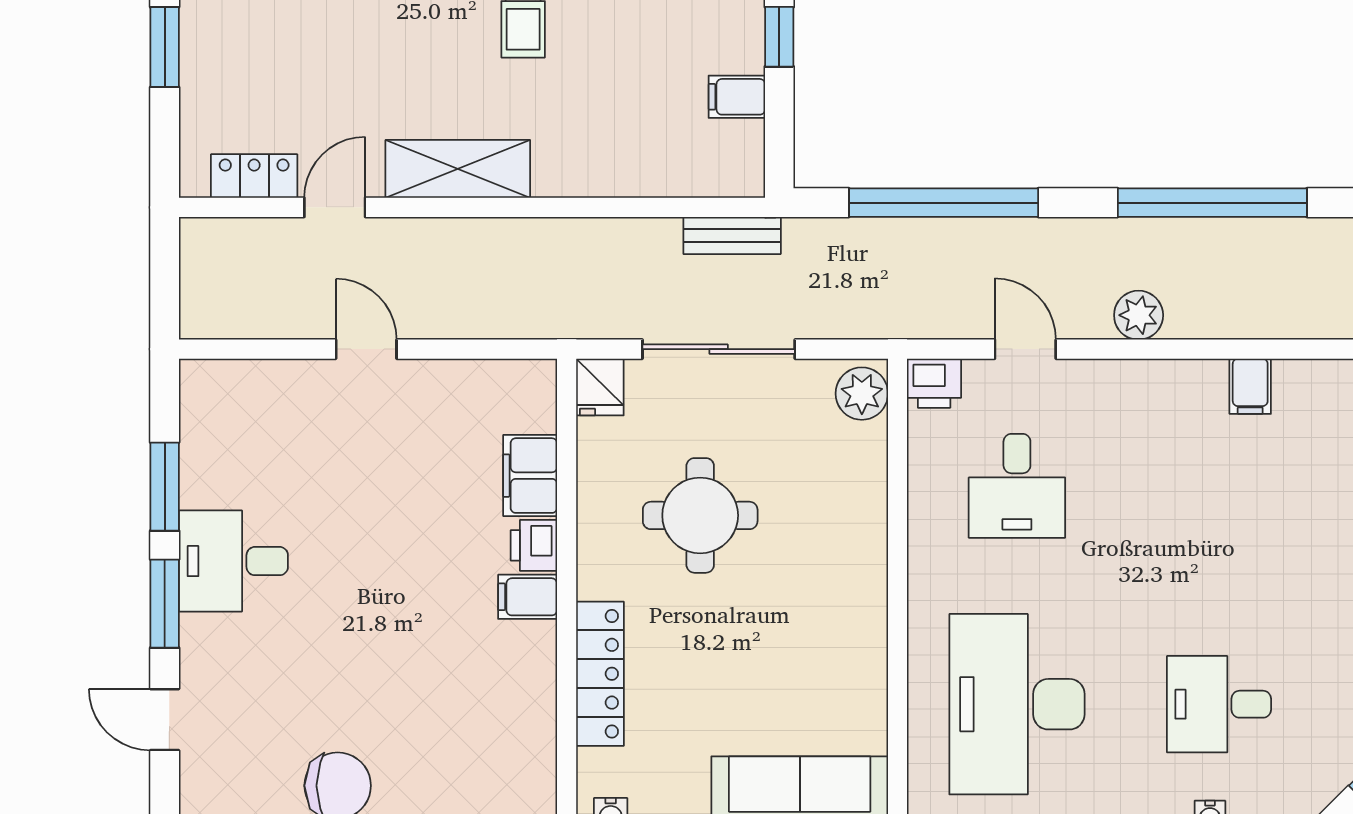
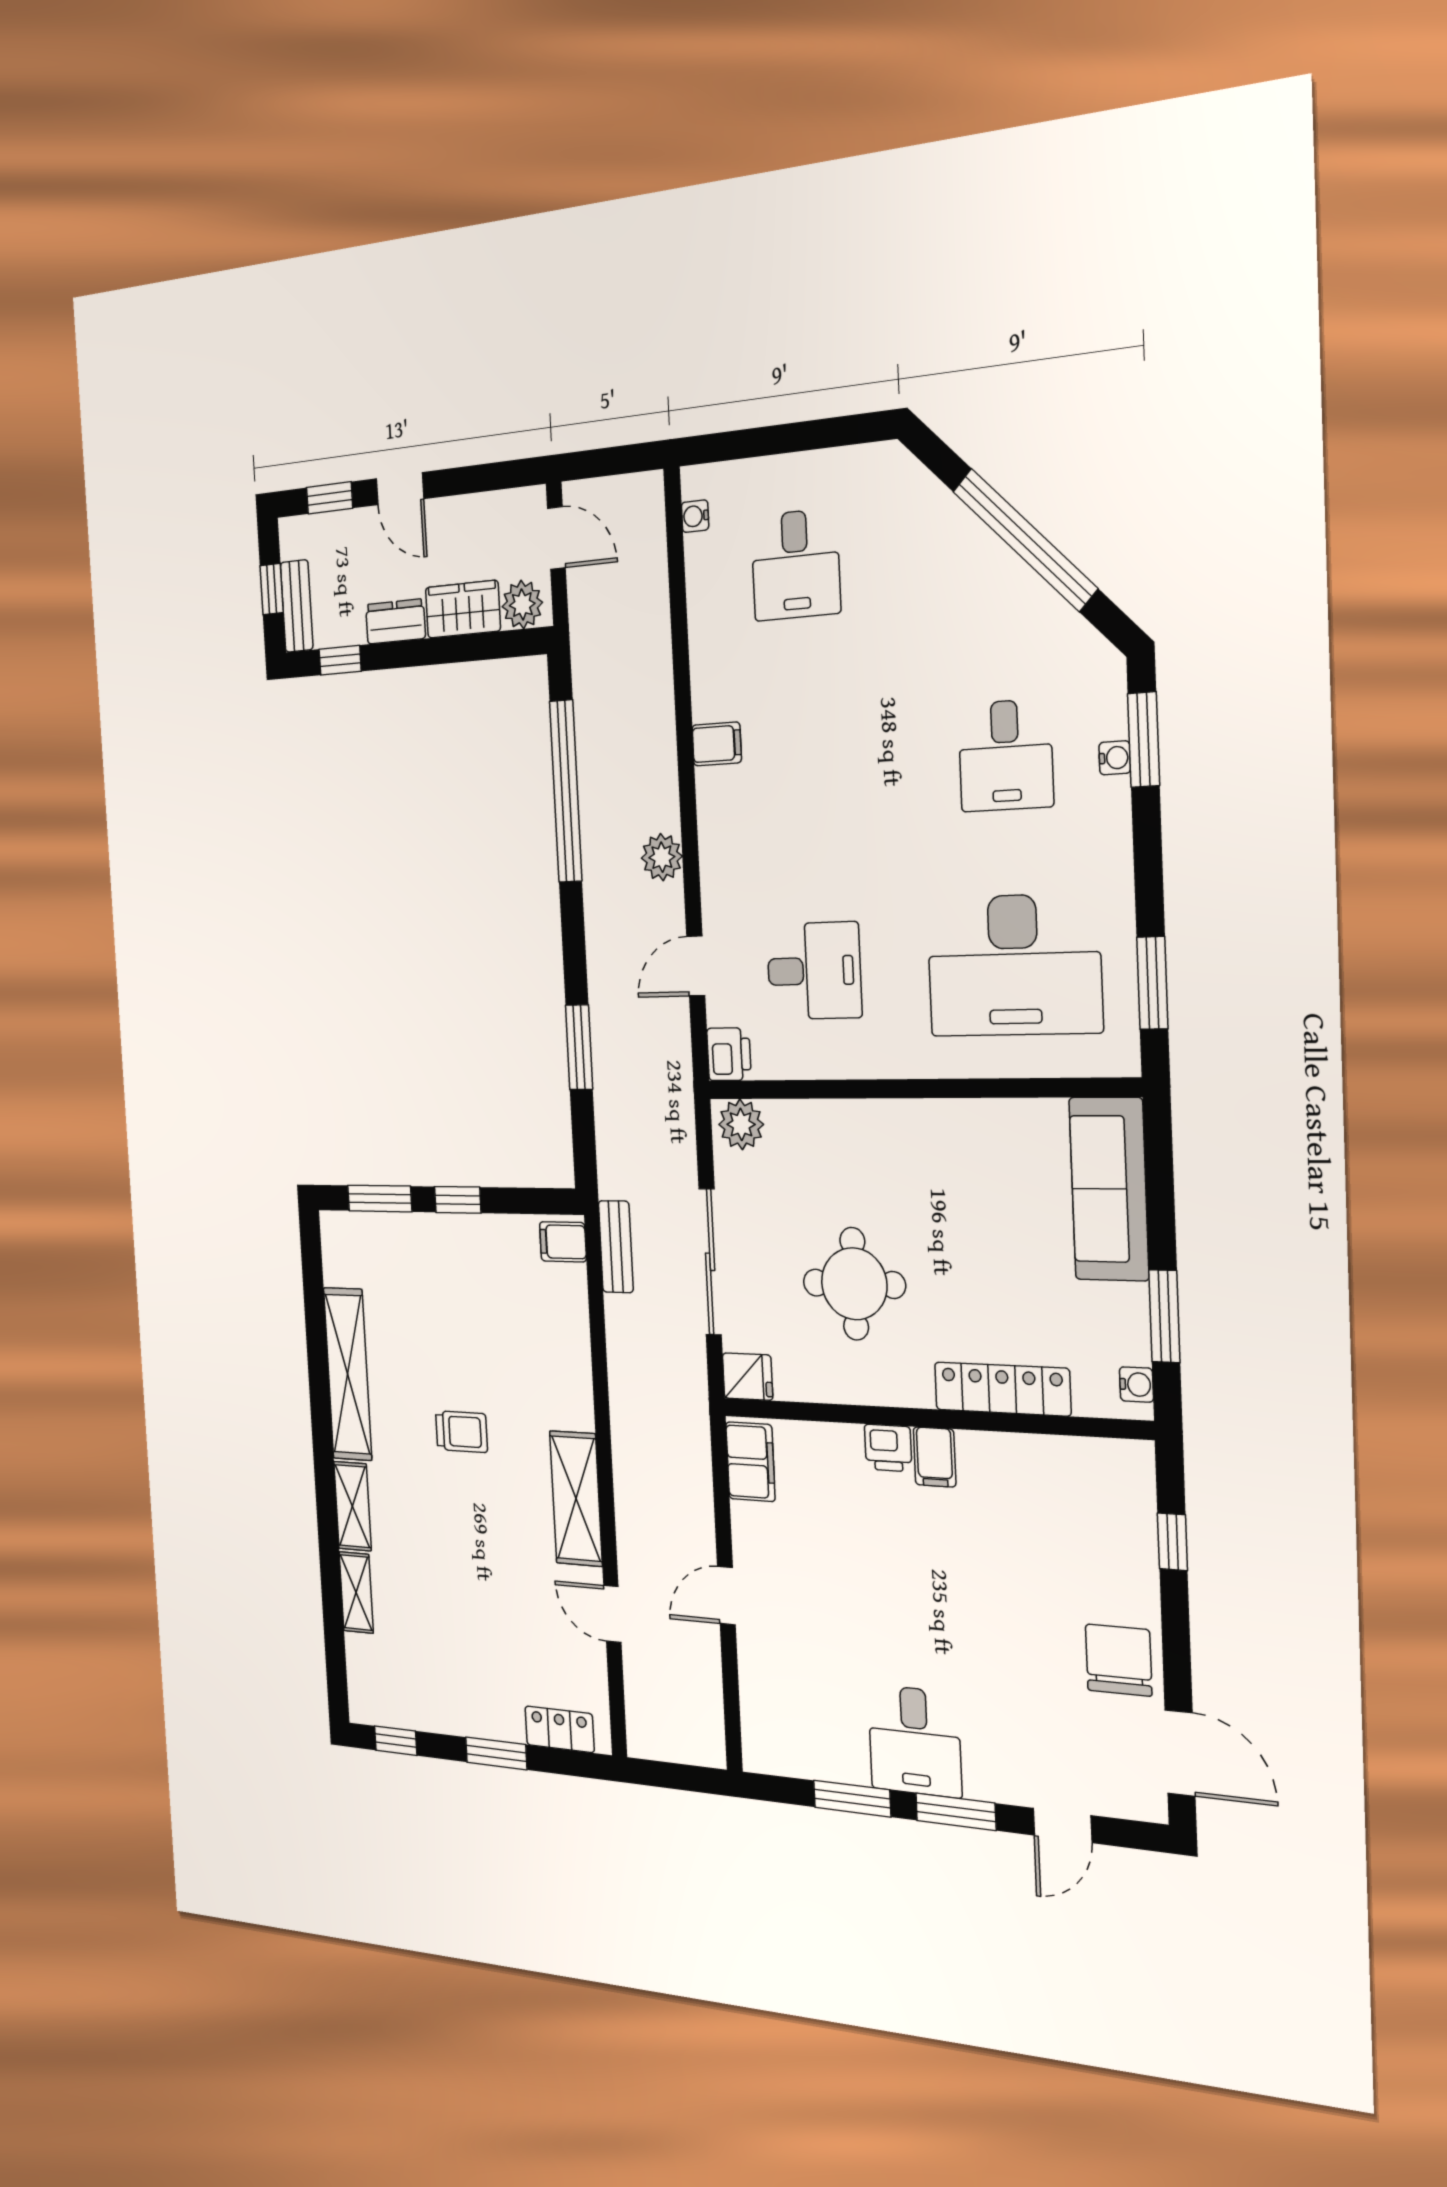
filing cabinet: (737, 97) -> (563, 1242), moved, turned 90
locker: (254, 176) -> (560, 1729), moved, turned 90
window: (944, 203) -> (579, 1047), width x0.47
filing cabinet: (530, 476) -> (750, 1462), moved, turned -90

